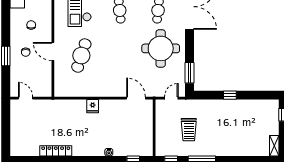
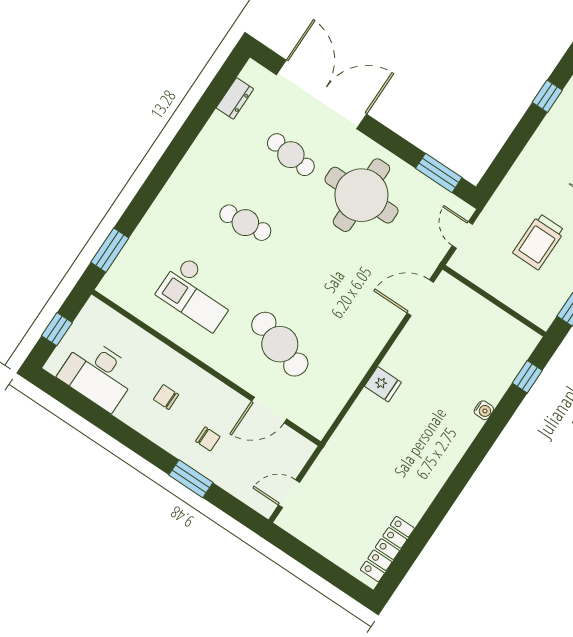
door: (53, 51) -> (269, 410), moved
window: (230, 95) -> (547, 96), moved
trolley: (189, 130) -> (539, 242), turned 90
locker: (56, 151) -> (387, 549), moved

